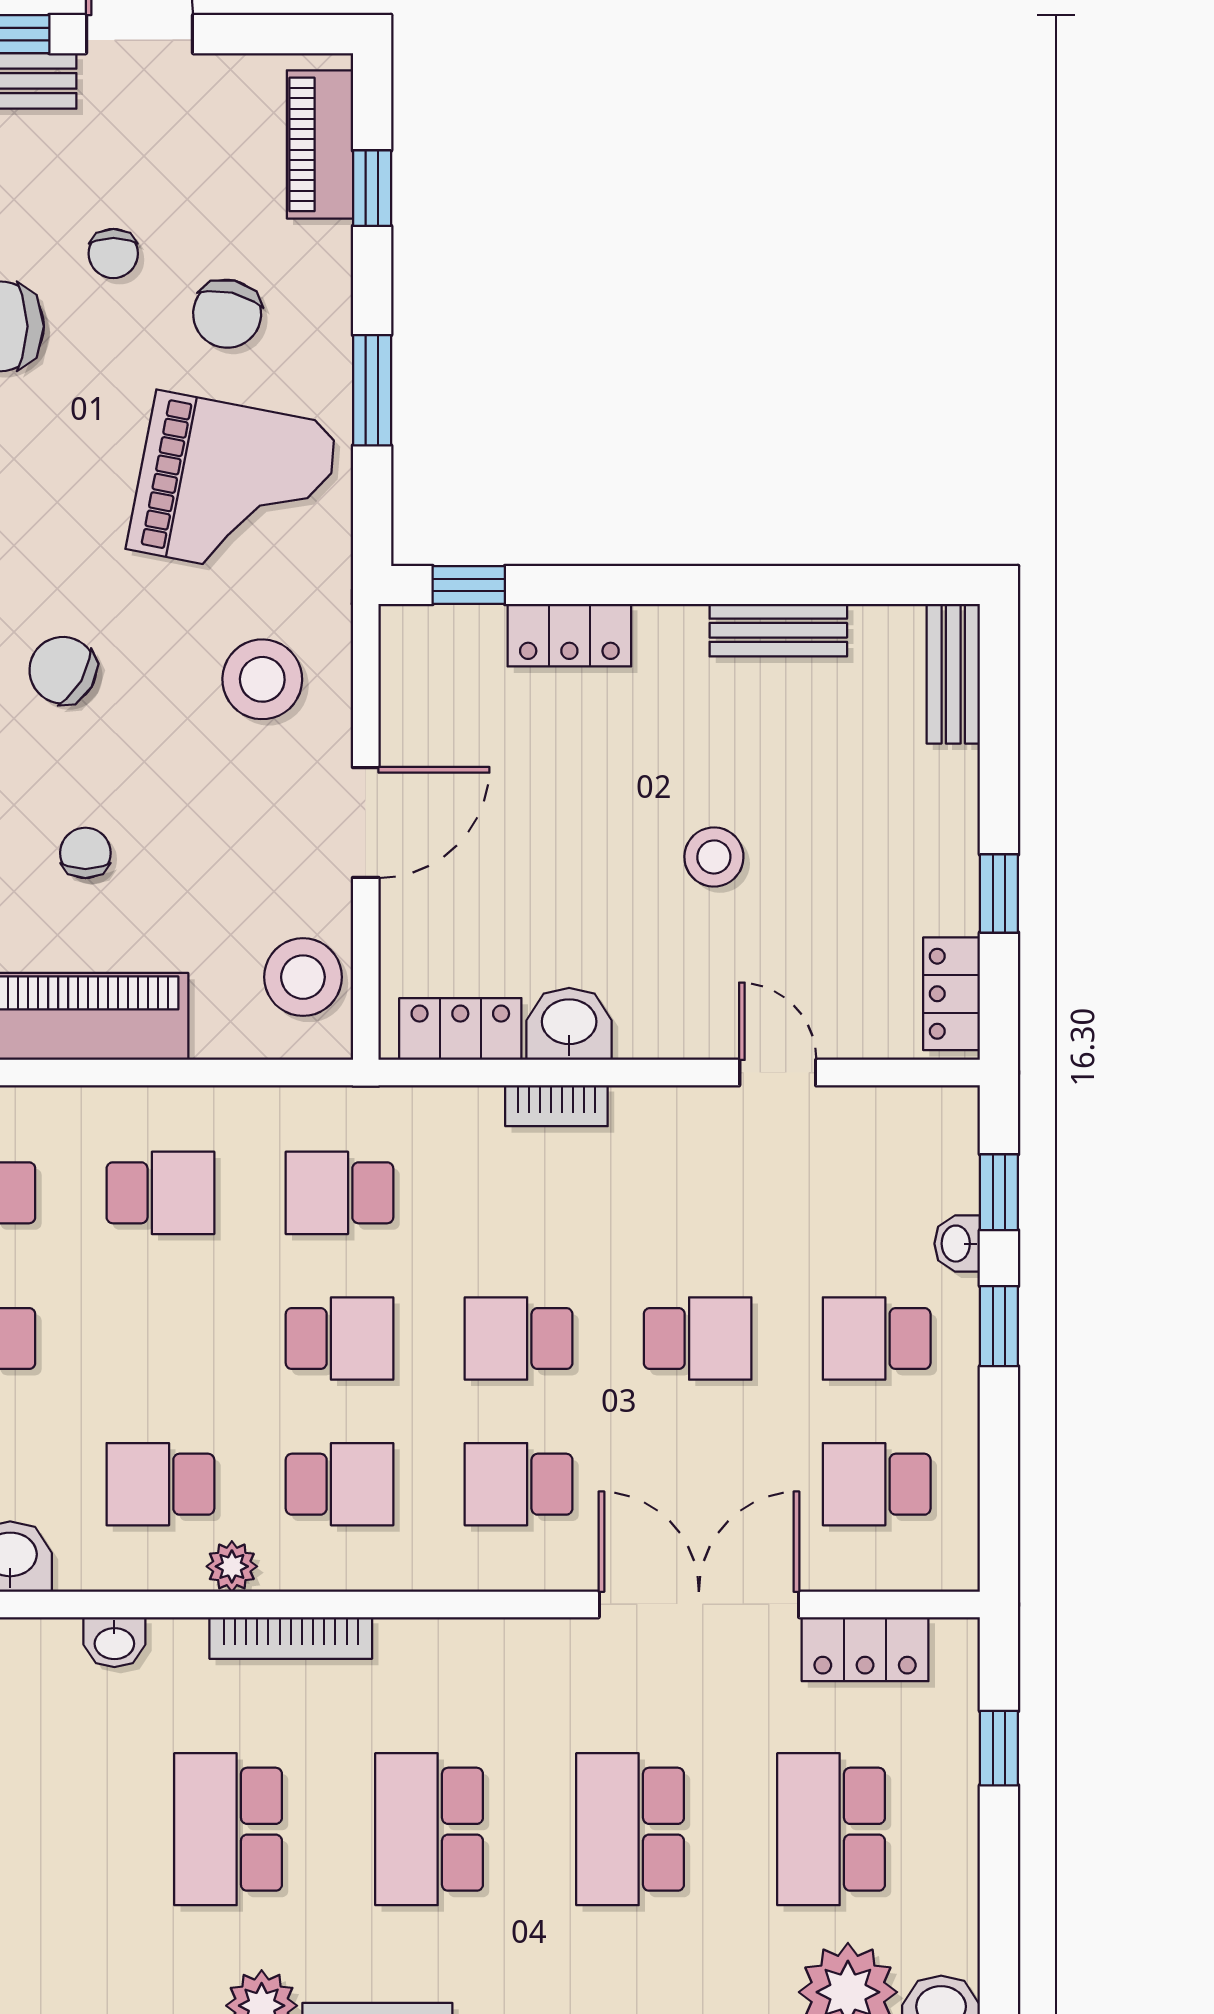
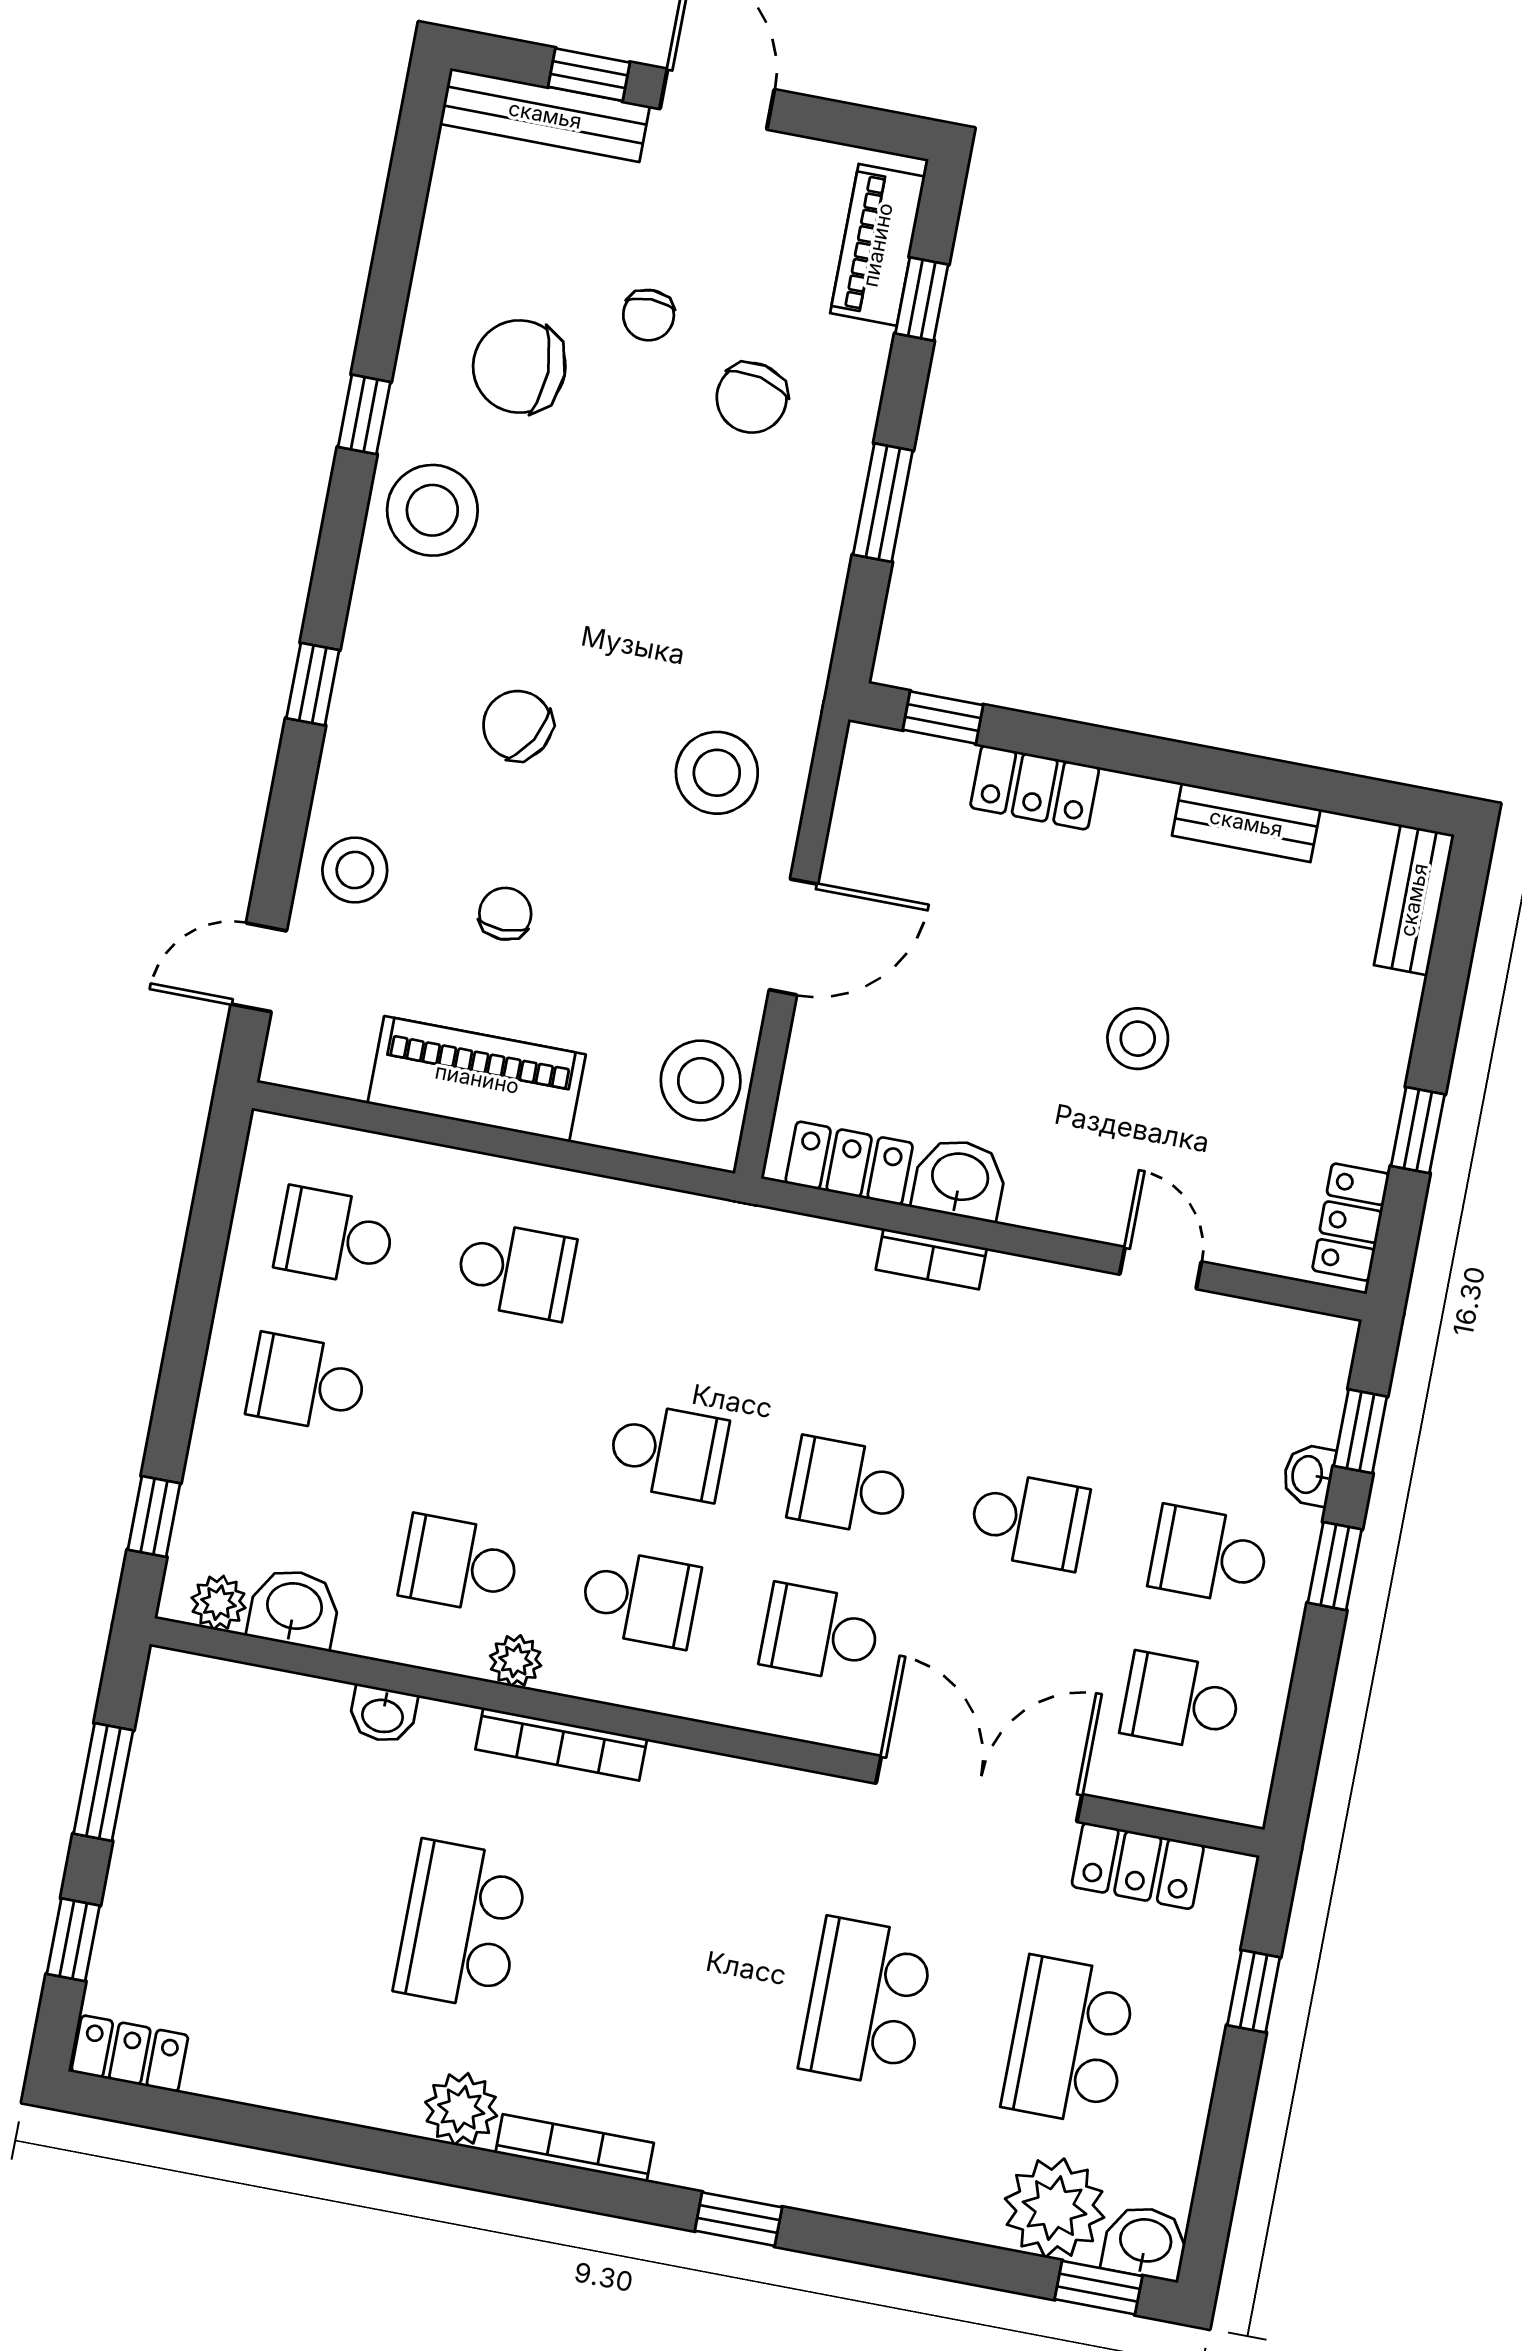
grand piano: (233, 487) -> (724, 573), removed
school desk: (340, 1193) -> (696, 1305), removed
school desk: (429, 1829) -> (664, 1963), removed

